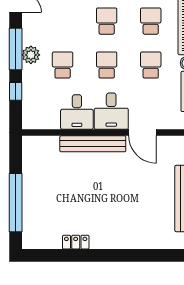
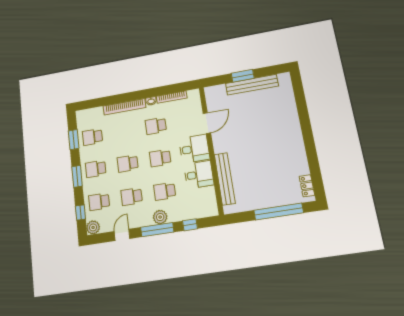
school desk: (151, 21) -> (132, 197), moved
bench: (93, 144) -> (225, 179), moved
locker: (76, 242) -> (307, 186), moved

